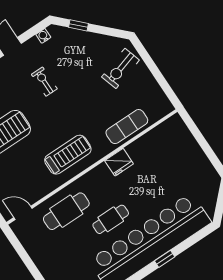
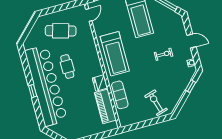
piano: (151, 142) -> (105, 106), added
treadmill: (68, 155) -> (115, 54), width x1.37, depth x1.38
cafe table: (66, 211) -> (61, 31), moved, turned -74

